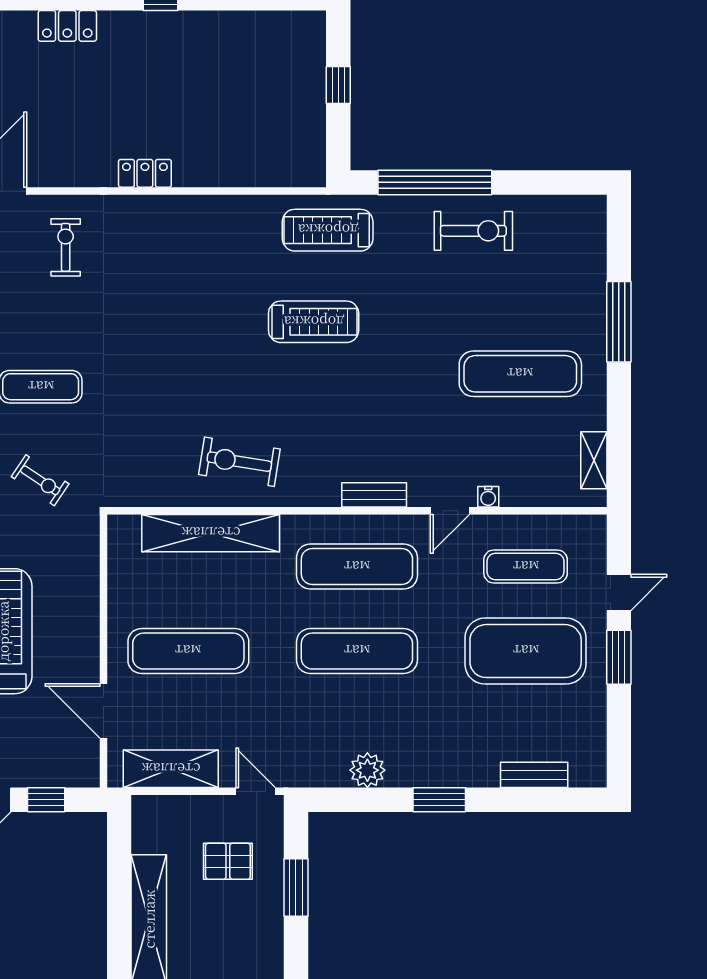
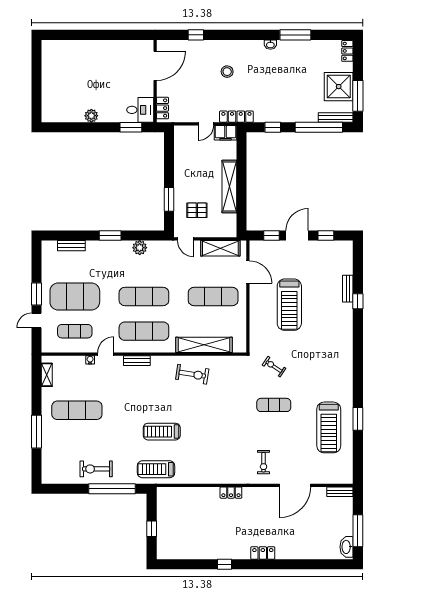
treadmill: (328, 230) -> (156, 469), turned 180

